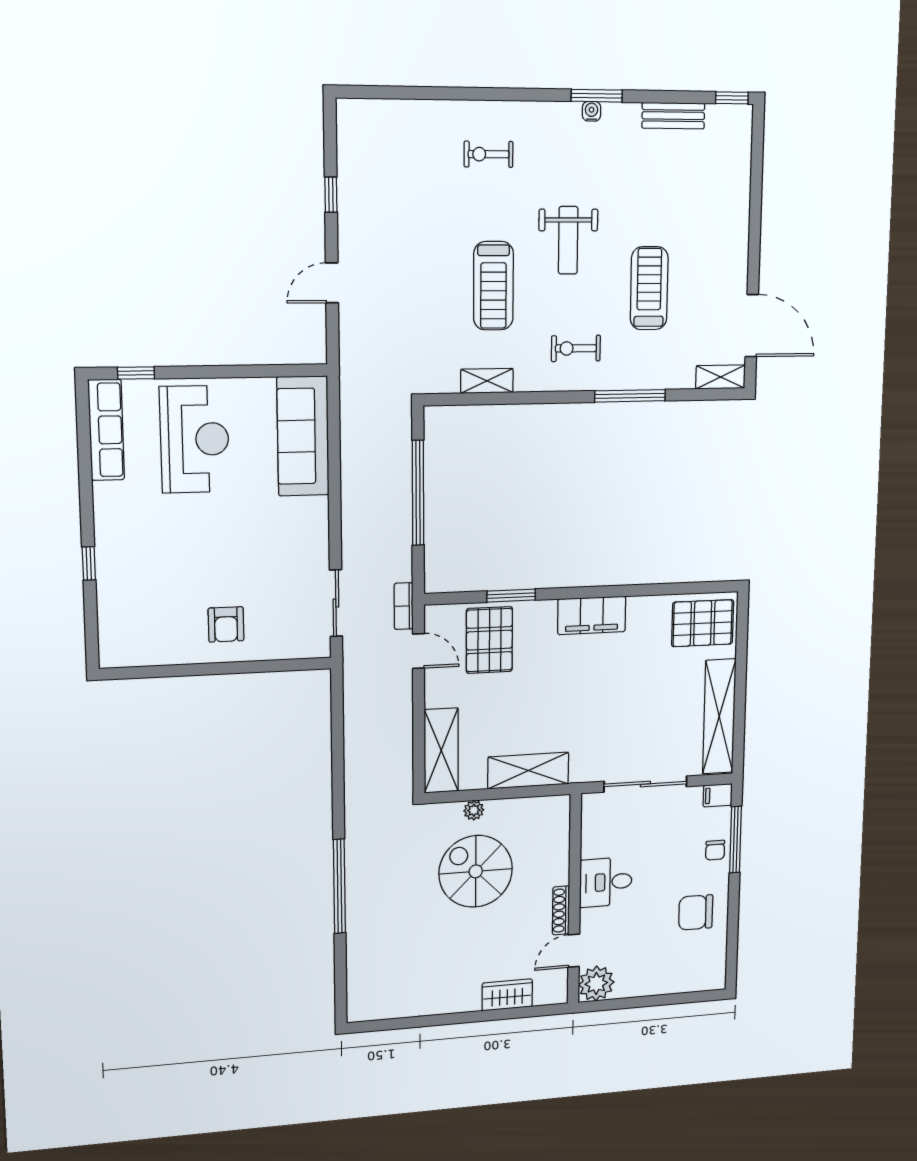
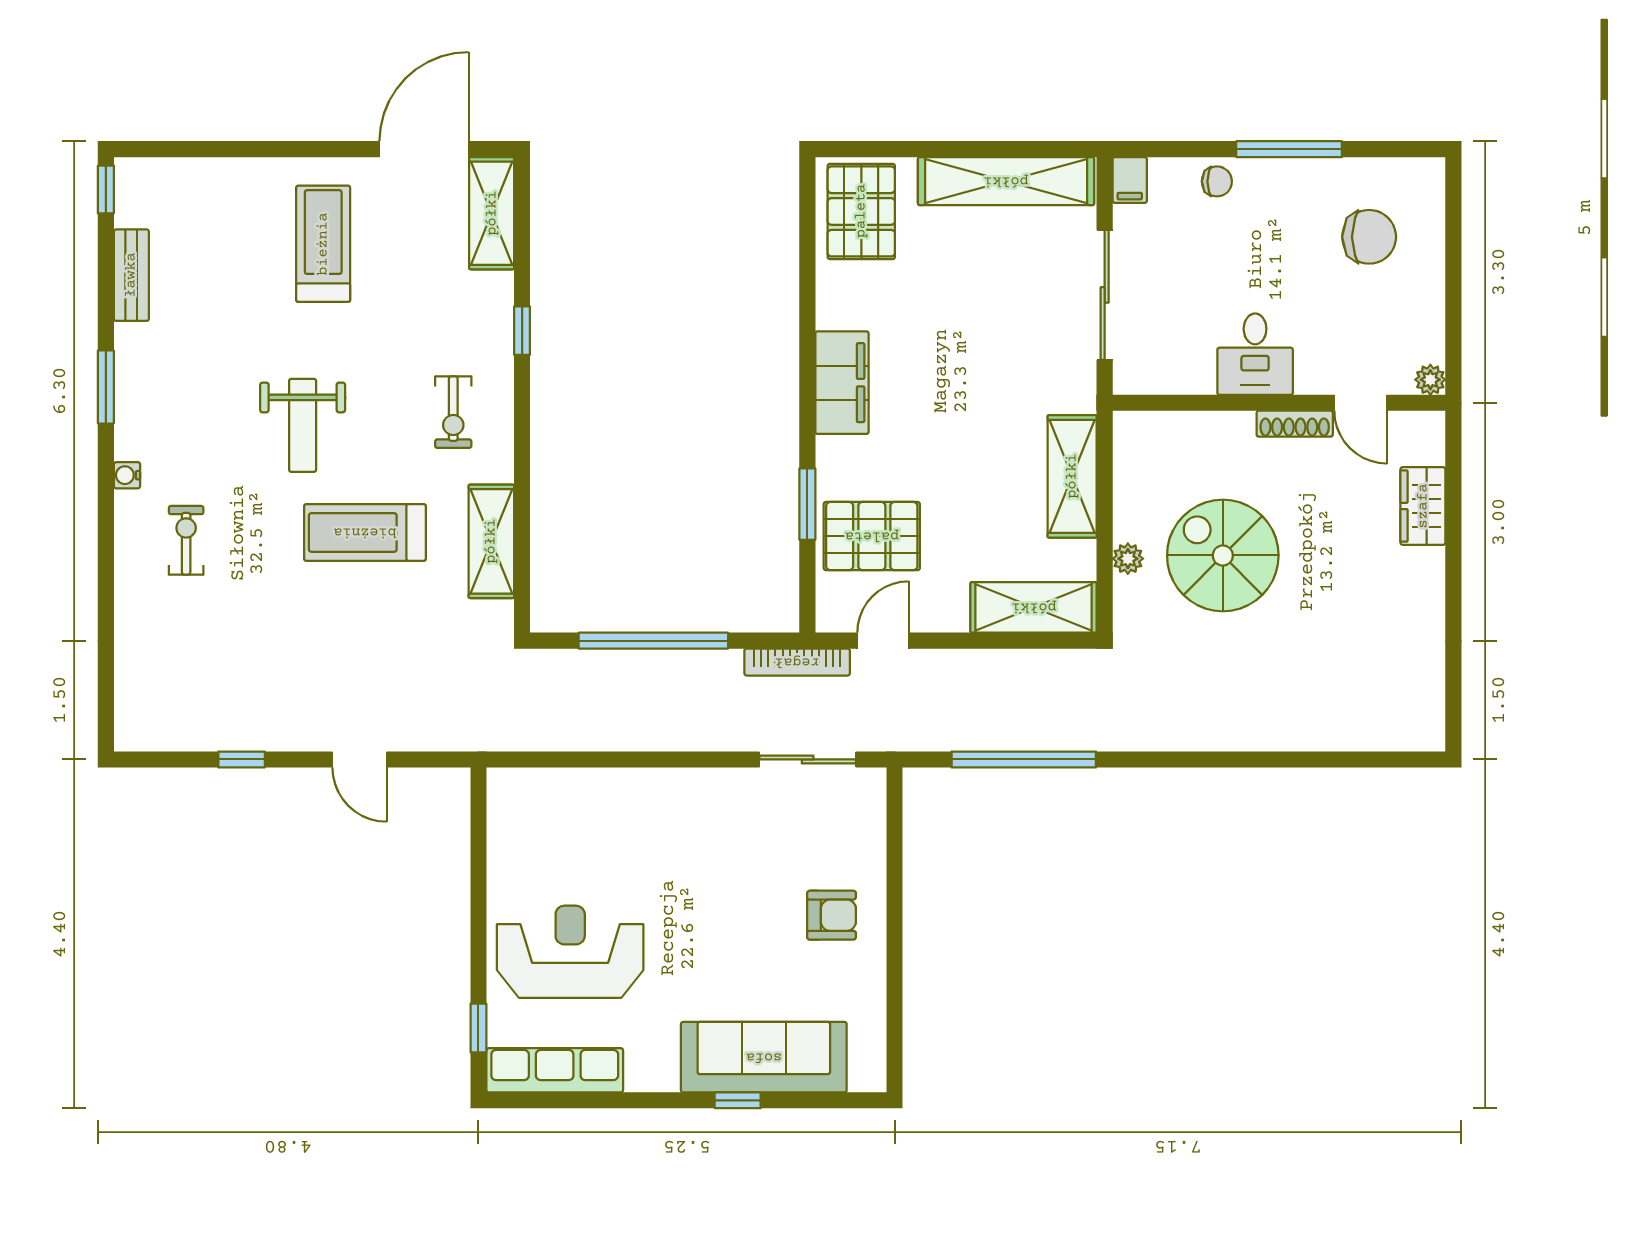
water cooler: (591, 111) -> (127, 475), moved
exercise bike: (488, 154) -> (186, 540), turned 180
weight bench: (568, 240) -> (303, 425), turned 90
treadmill: (493, 286) -> (365, 532), turned 180
treadmill: (649, 288) -> (323, 244), moved, turned 90
shelving: (721, 377) -> (492, 213), width x1.50, depth x1.33
shelving: (487, 381) -> (491, 541), width x1.50, depth x1.33
window: (630, 396) -> (522, 331), width x0.46
sofa: (303, 436) -> (764, 1057), moved, turned 180
bookcase: (404, 606) -> (797, 662), width x1.56
window: (735, 840) -> (1289, 149), moved
spiral stairs: (476, 871) -> (1223, 555), turned 90
window: (339, 886) -> (1024, 759), moved
chair: (696, 912) -> (1369, 237), moved, turned -90
plant: (596, 983) -> (1430, 380), width x0.53, depth x0.53

